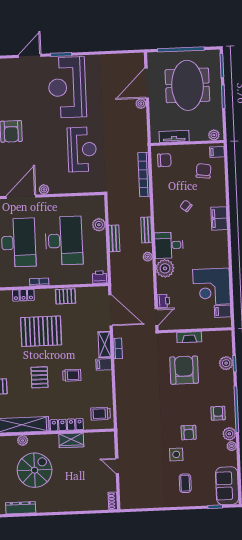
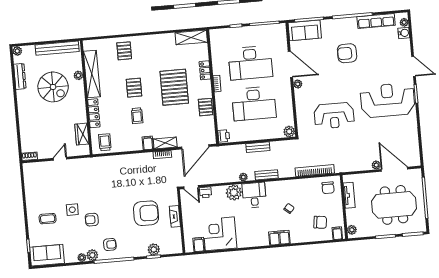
plant: (99, 225) -> (289, 132), moved
pallet: (39, 377) -> (134, 88), turned 90
wardrobe: (71, 440) -> (82, 134), moved

